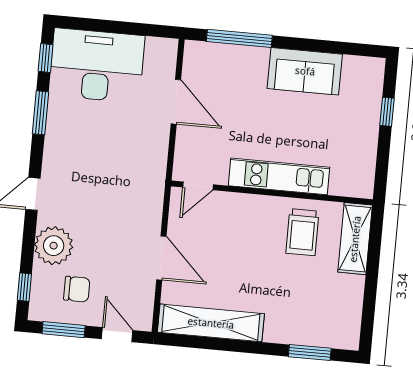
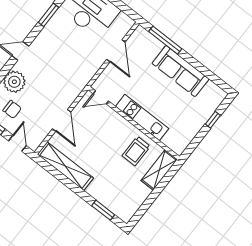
sofa: (305, 71) -> (181, 71), width x1.36

